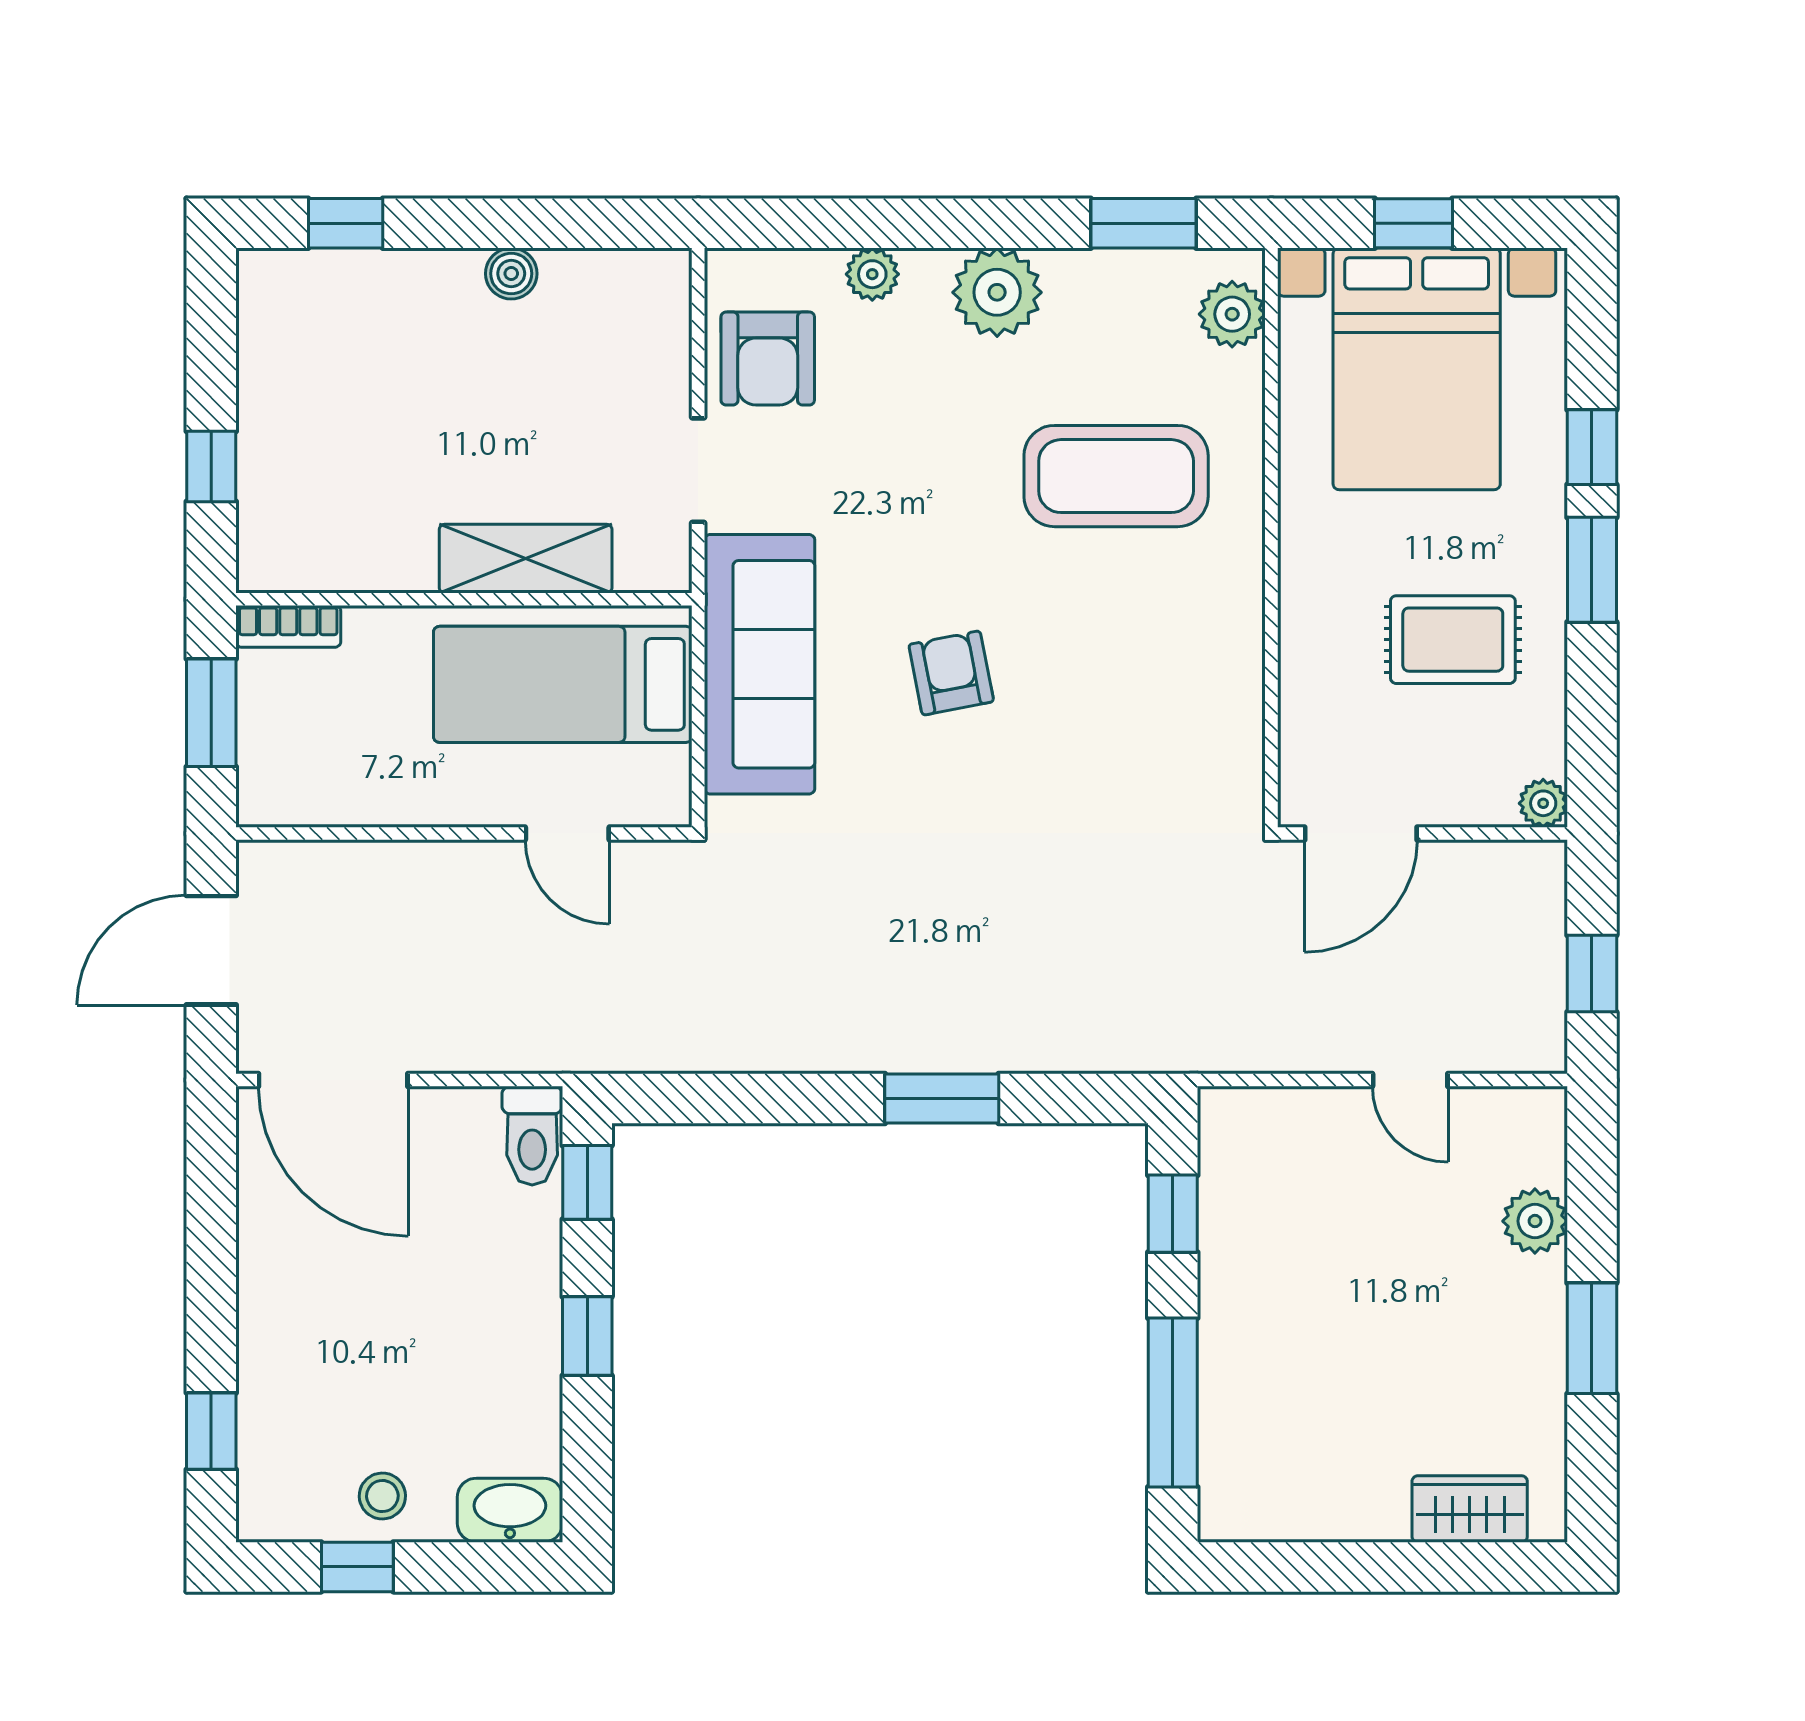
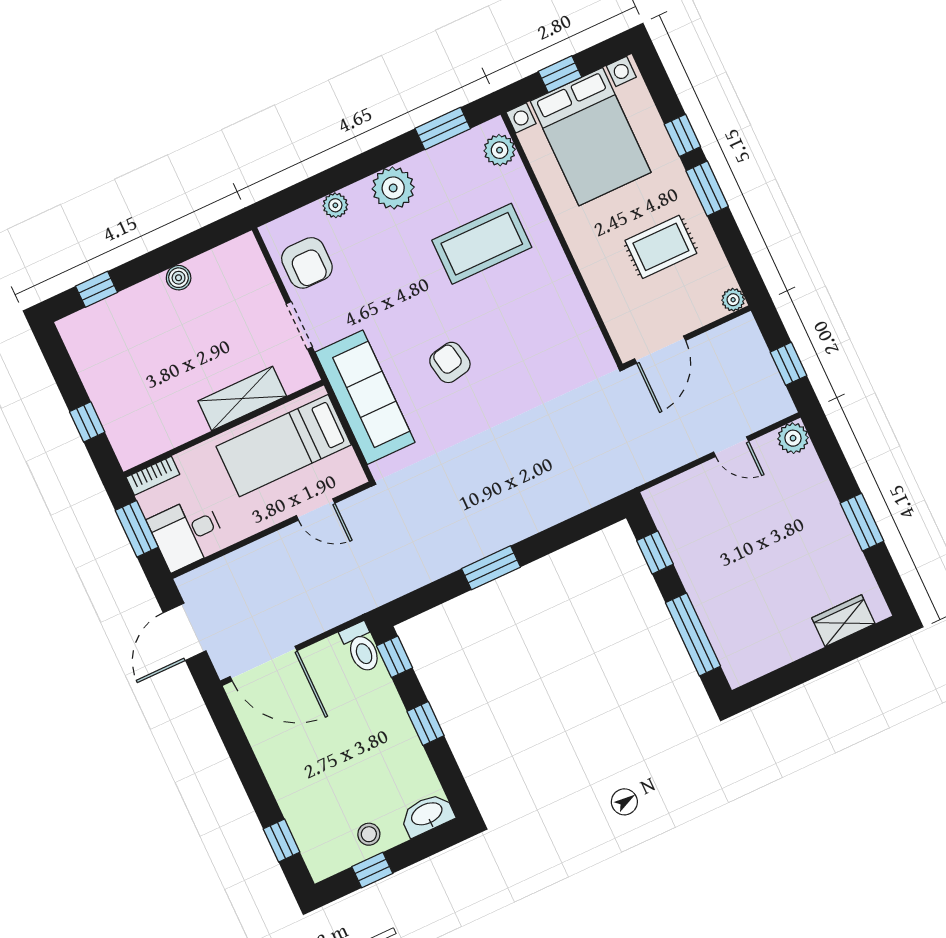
desk: (303, 765) -> (187, 533), added
window: (942, 1099) -> (491, 568), moved
plant: (1535, 1221) -> (793, 438), moved

